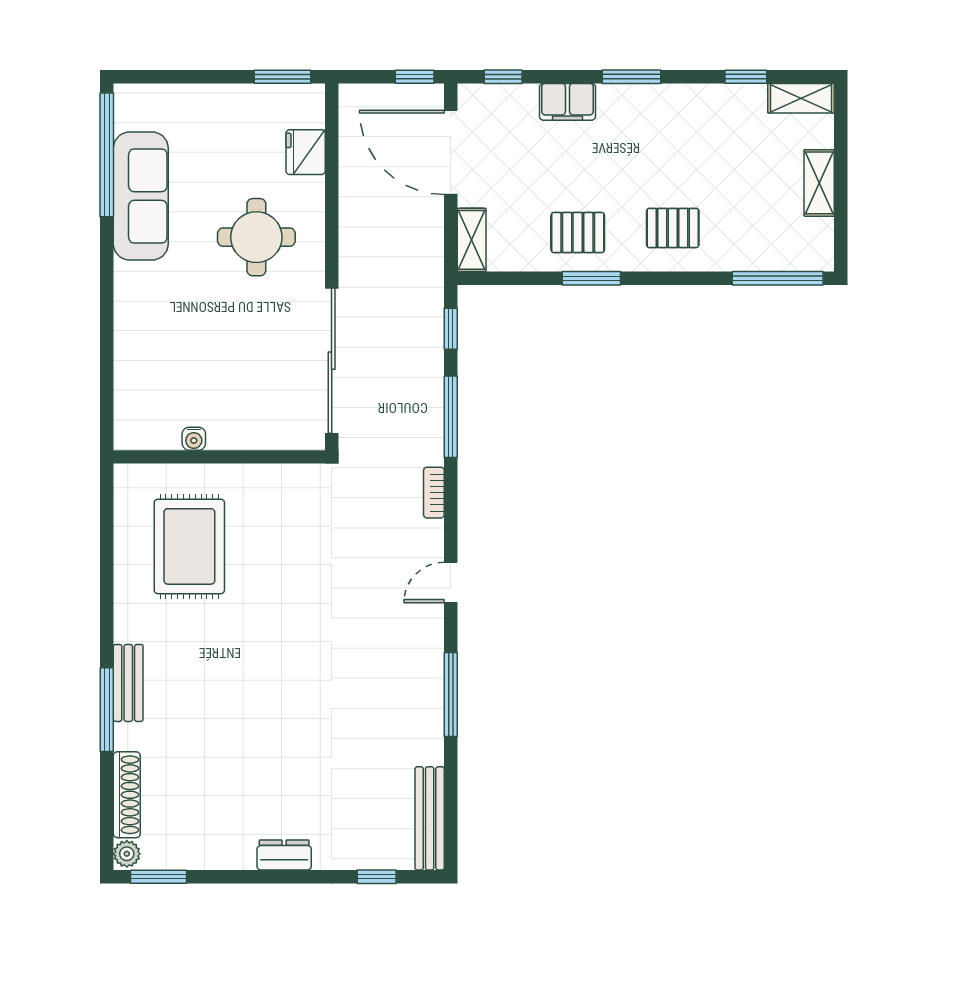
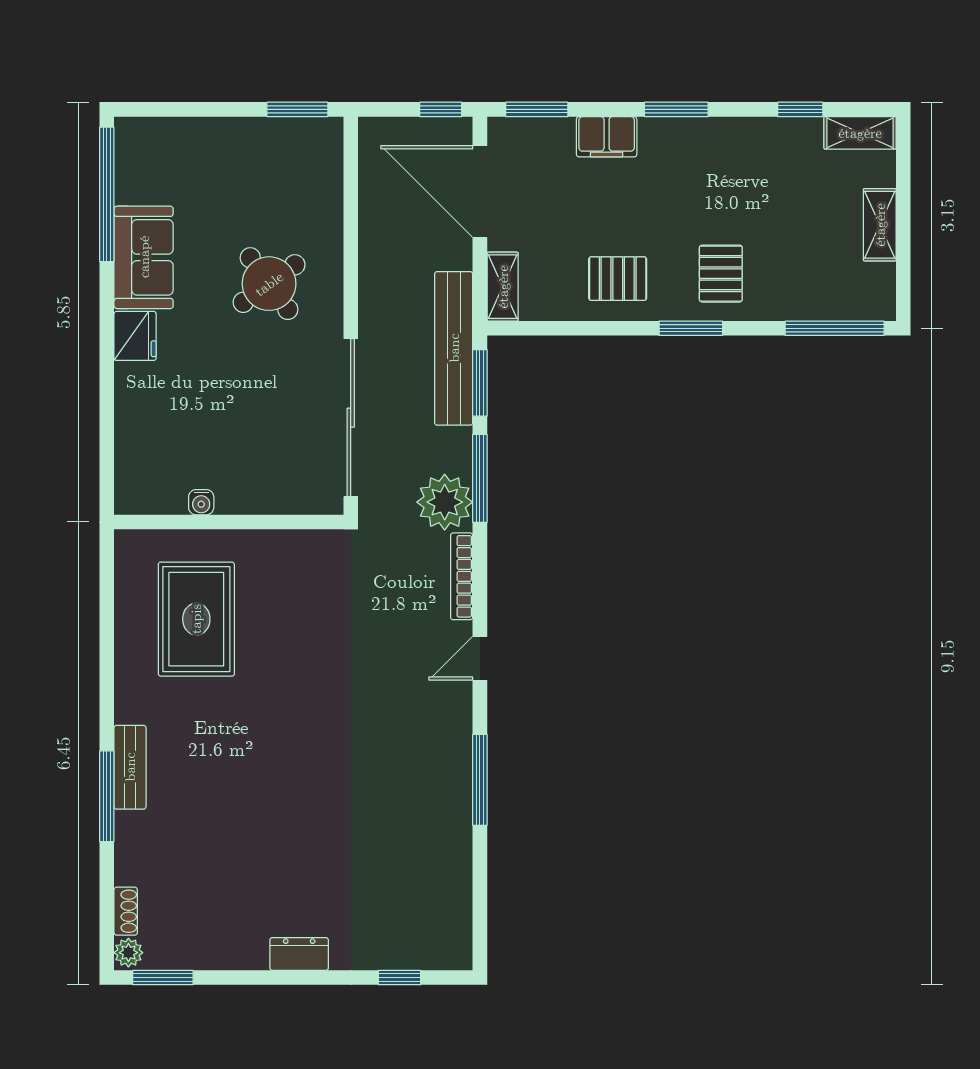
window: (503, 77) -> (537, 109), width x1.50
fridge: (306, 152) -> (135, 336), moved, turned 180
sofa: (141, 196) -> (144, 257), width x0.73
pallet: (673, 228) -> (721, 274), turned 90
round table: (256, 237) -> (269, 284), turned -36
window: (591, 278) -> (691, 328), moved
window: (451, 329) -> (480, 383), width x1.50
plant: (418, 439) -> (445, 502), added
bookcase: (434, 493) -> (462, 576), width x1.56
shoe rack: (127, 795) -> (126, 911), width x0.51, depth x0.81
bench: (430, 818) -> (454, 348), moved, width x1.37, depth x1.21

